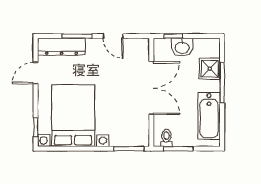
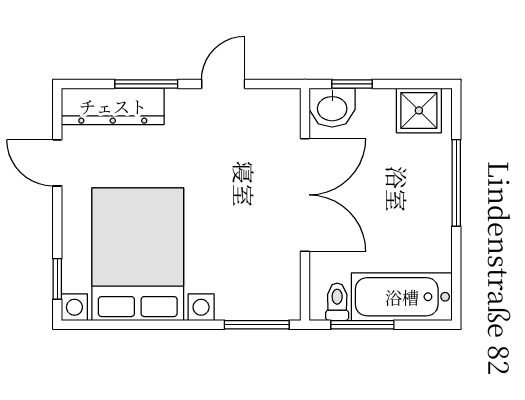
door: (113, 36) -> (223, 84), swing flipped
washbasin: (182, 47) -> (332, 108), moved
shower: (210, 69) -> (419, 110), moved
door: (36, 73) -> (57, 163), hinge flipped
bathtub: (209, 116) -> (402, 297), moved, turned 90

